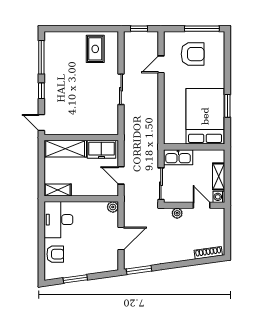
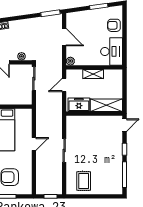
door: (161, 64) -> (34, 144), moved
door: (41, 122) -> (125, 125), hinge flipped
kitchen sink: (178, 157) -> (21, 99), removed
door: (121, 175) -> (64, 85), swing flipped
shelving: (58, 190) -> (93, 74), moved
door: (121, 239) -> (64, 37), swing flipped

